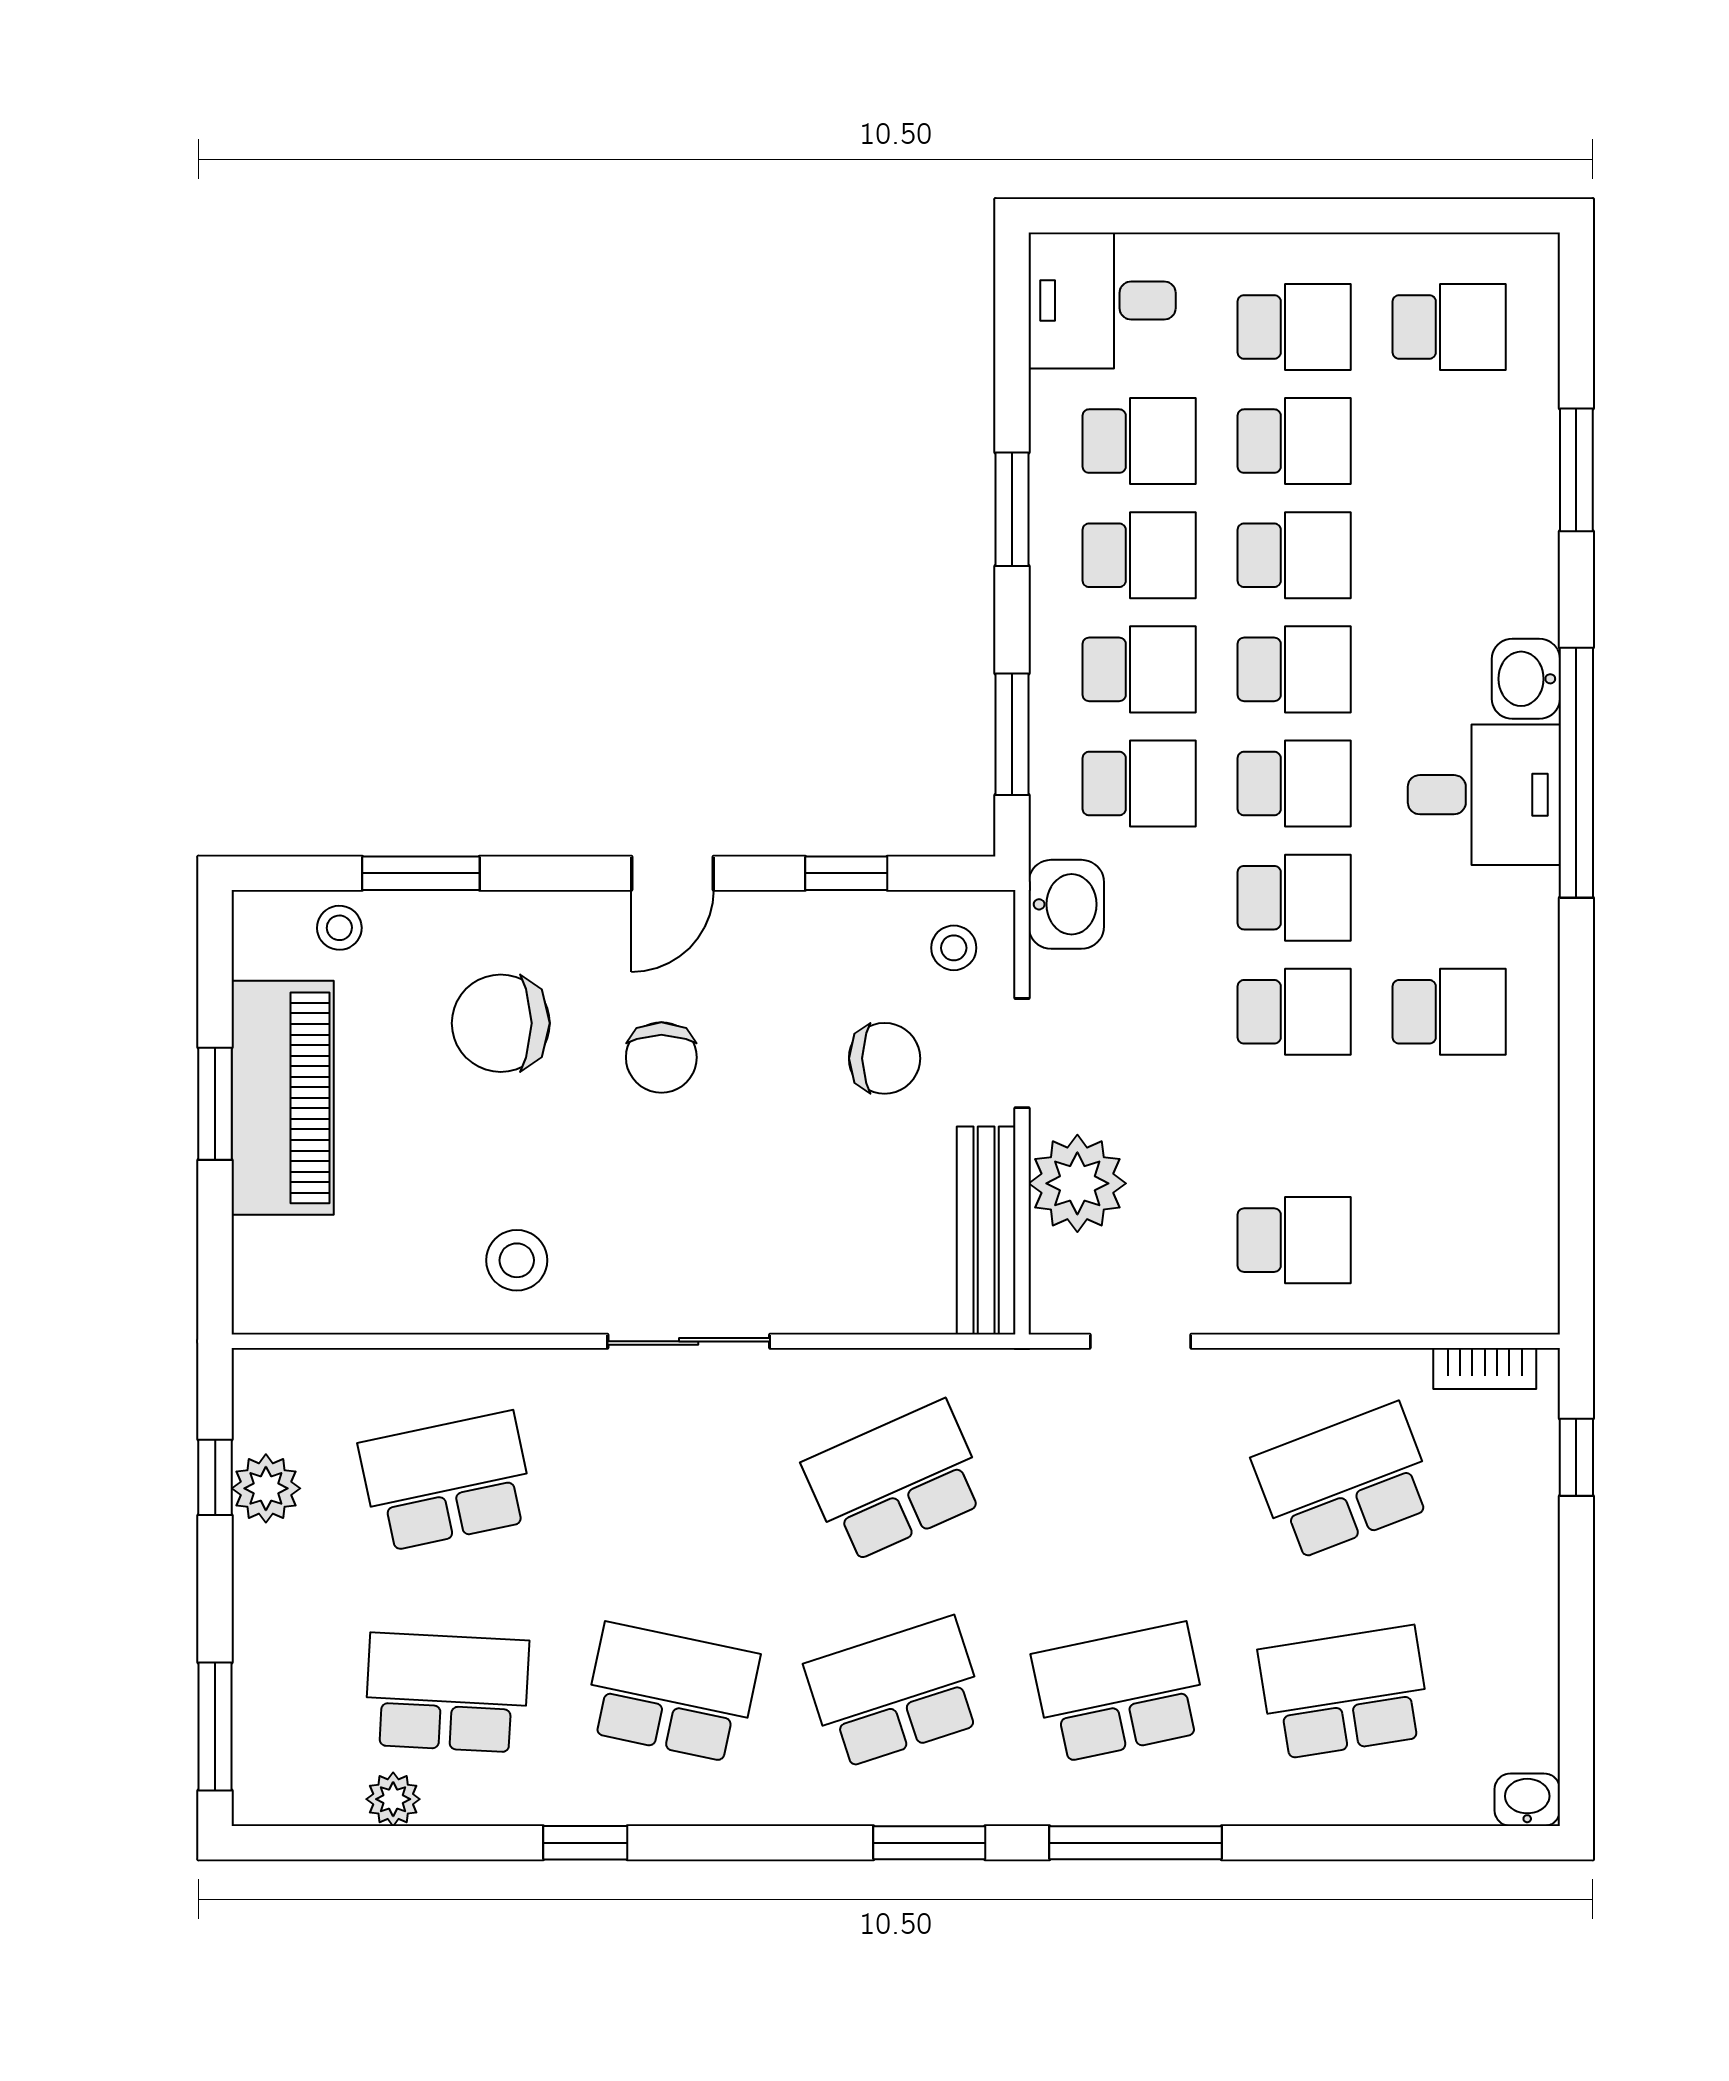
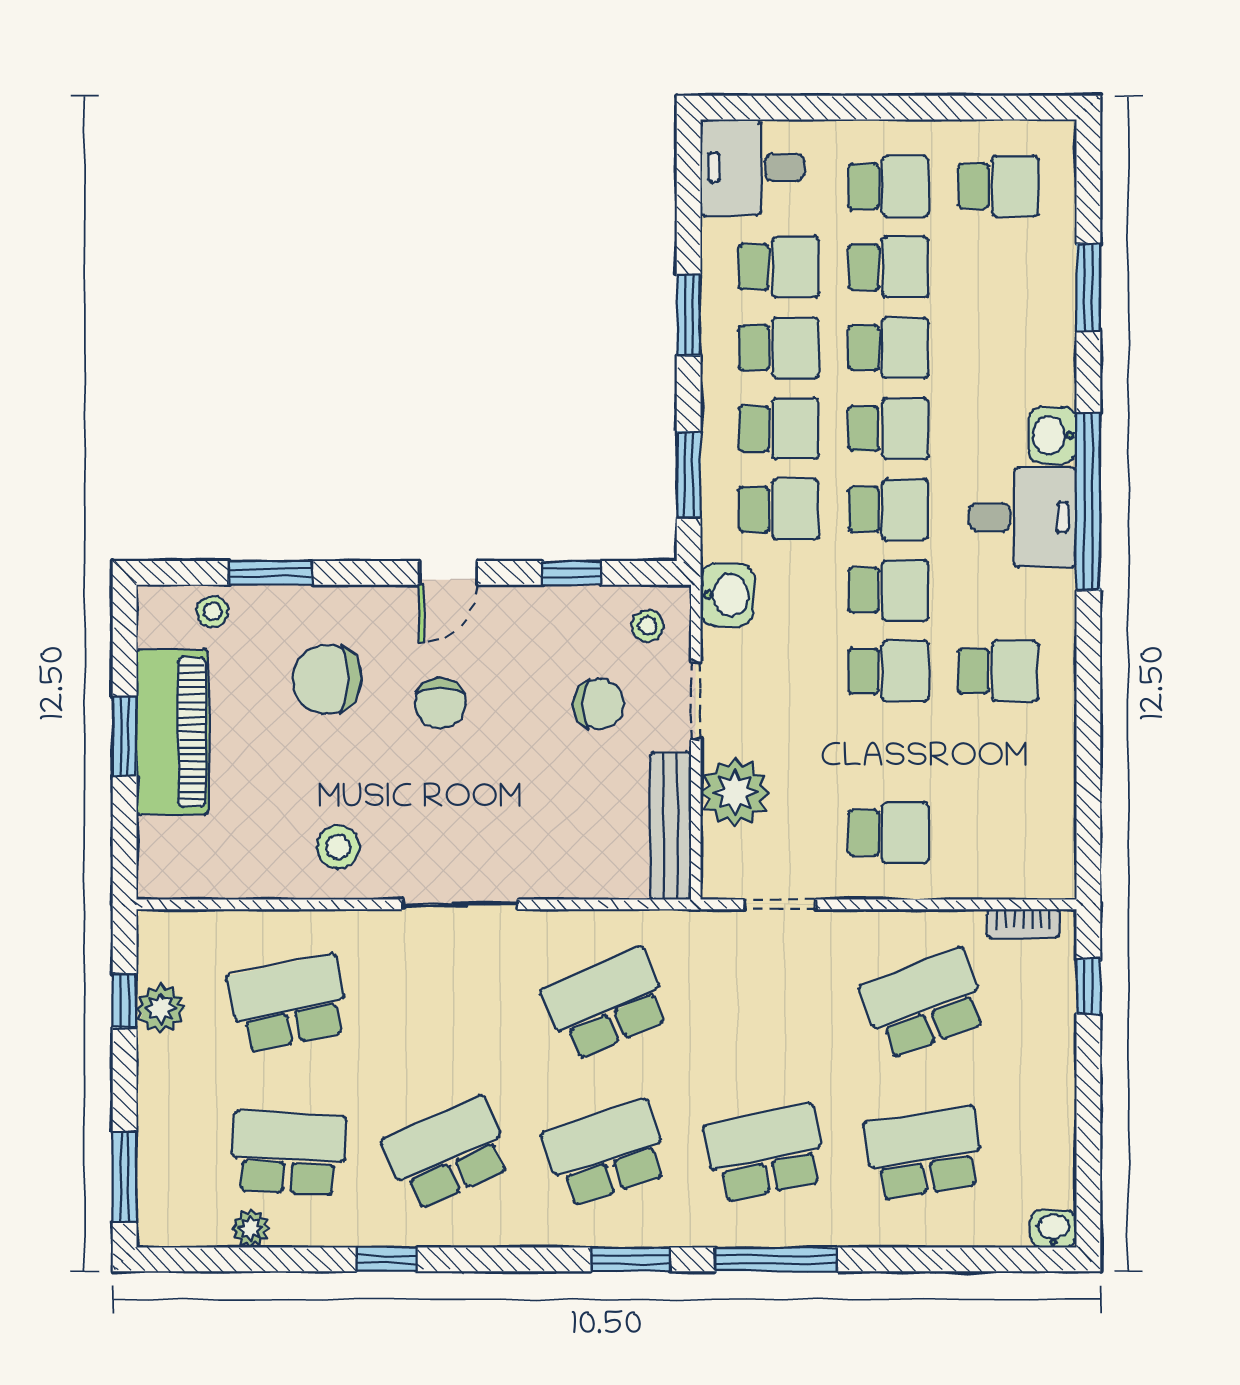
school desk: (671, 1693) -> (448, 1153), turned -36

